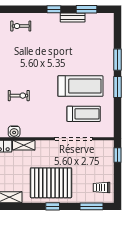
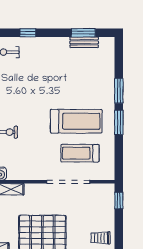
window: (54, 9) -> (28, 33), moved
bench: (73, 18) -> (84, 42), moved
treadmill: (84, 114) -> (80, 153), turned 180

